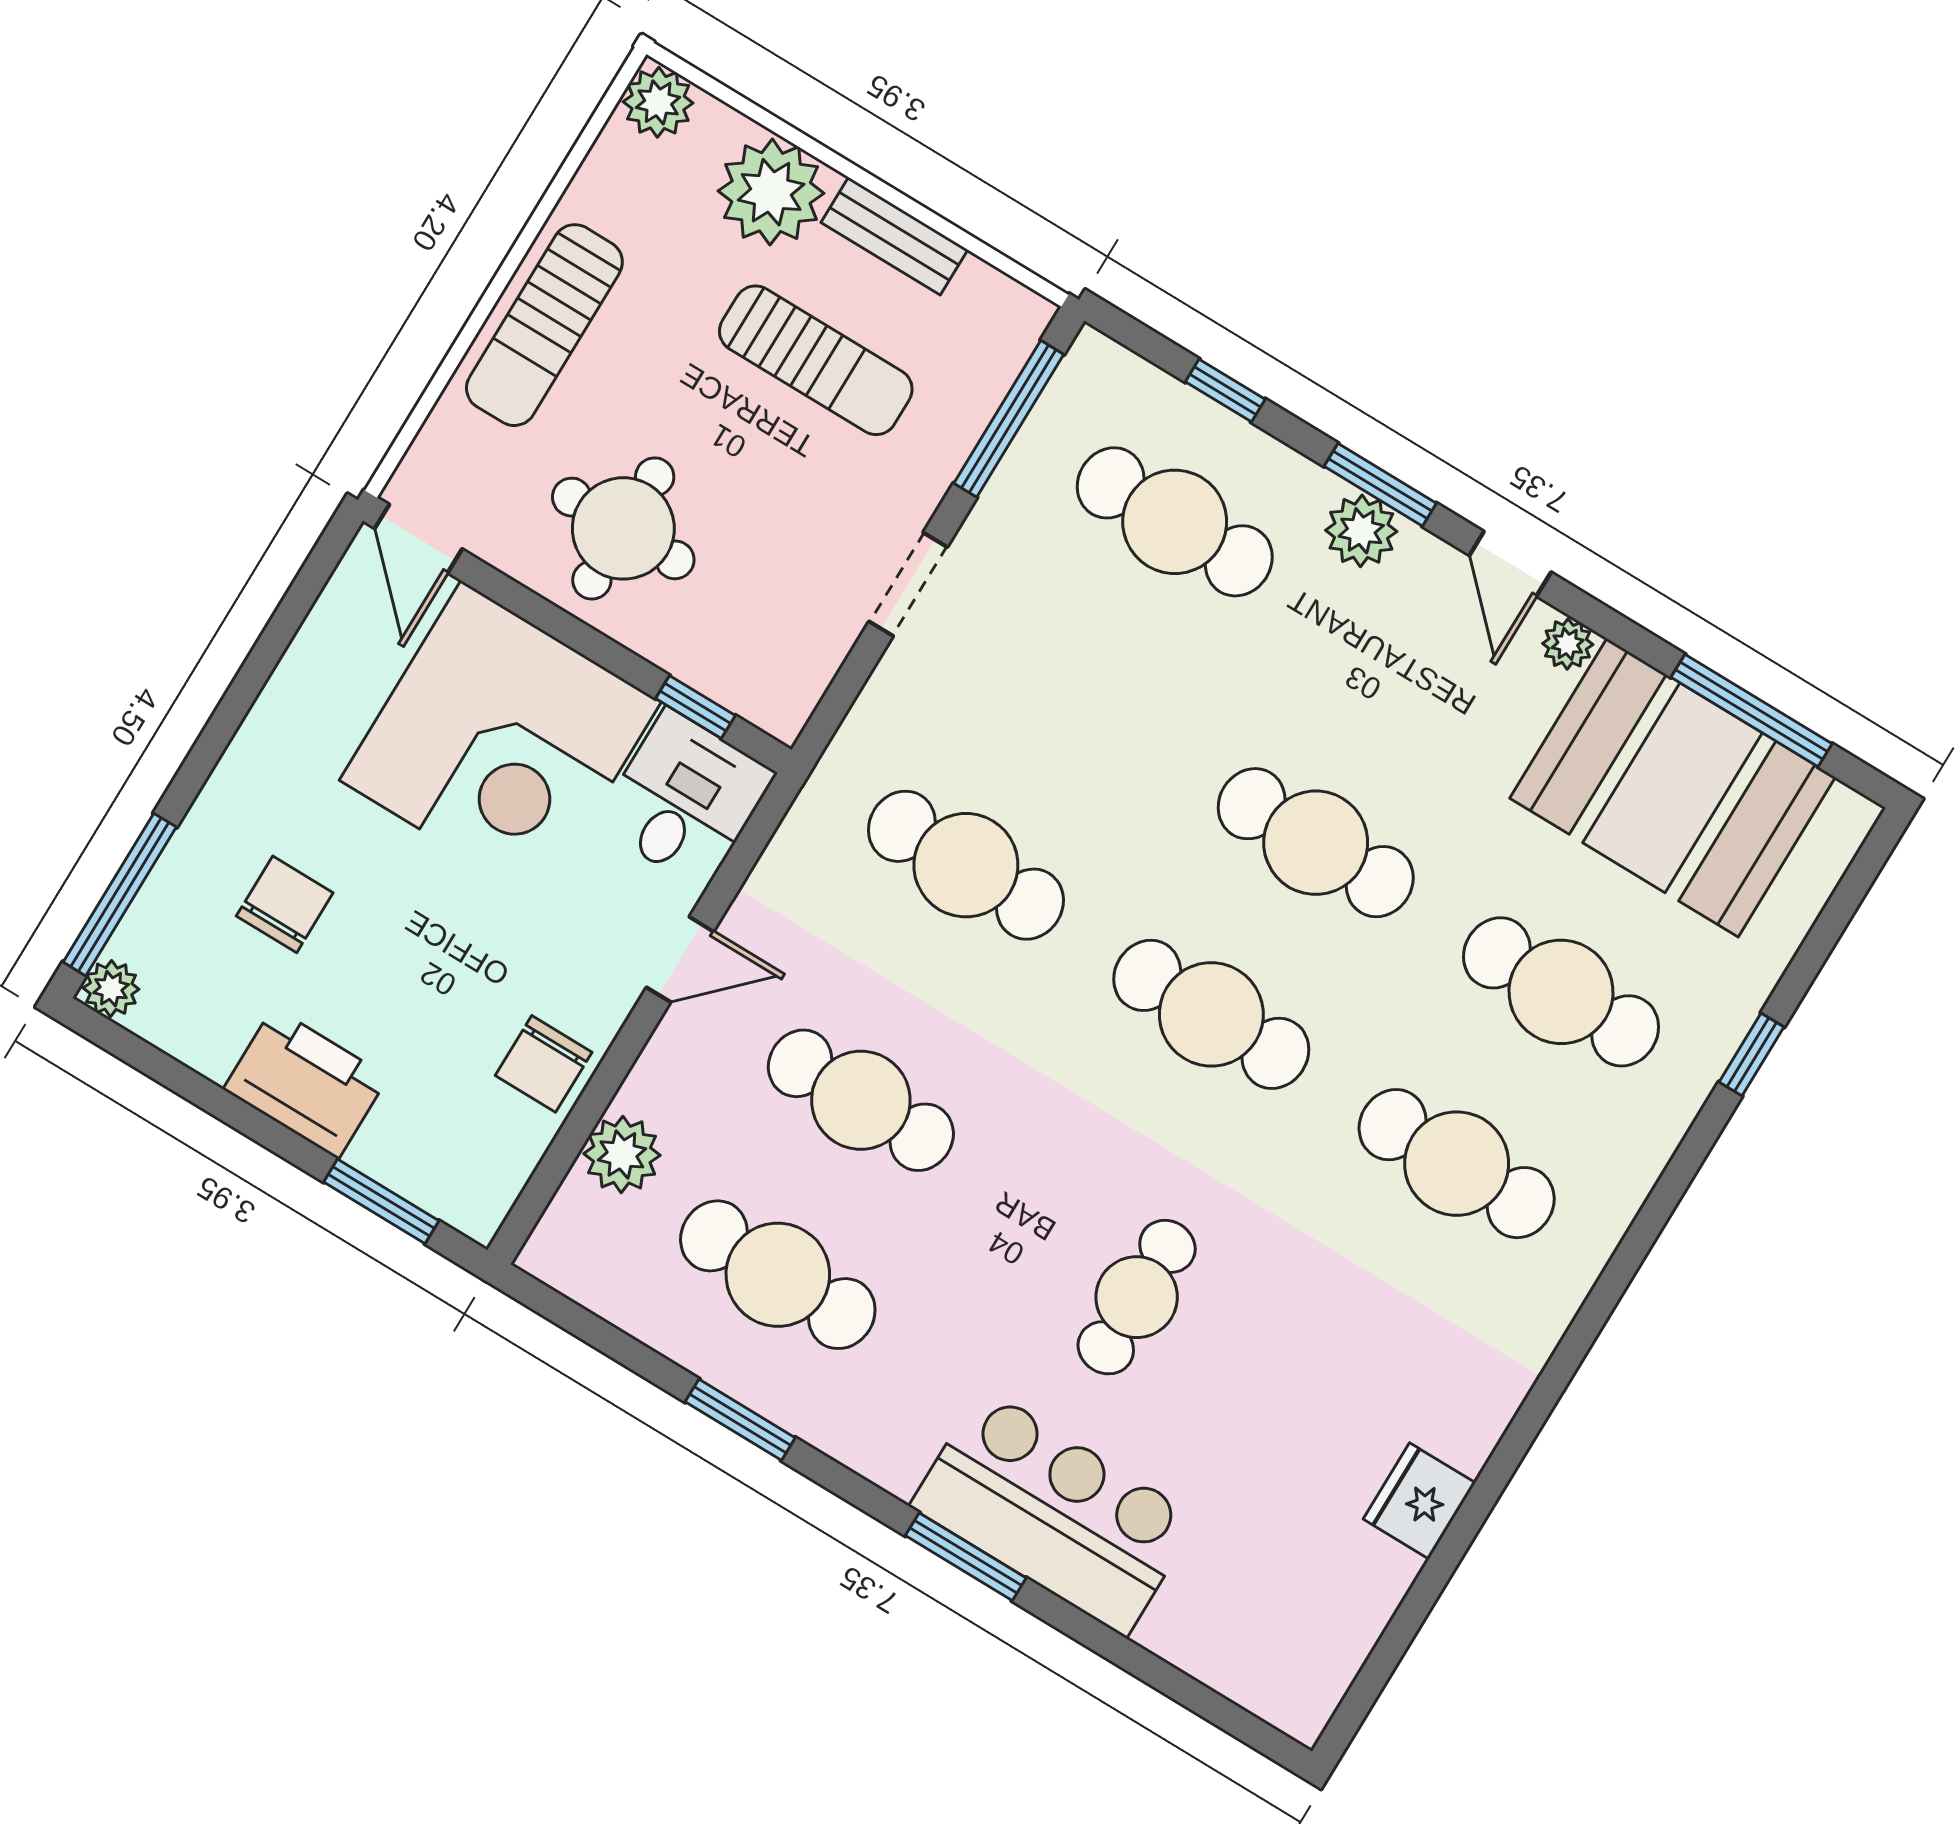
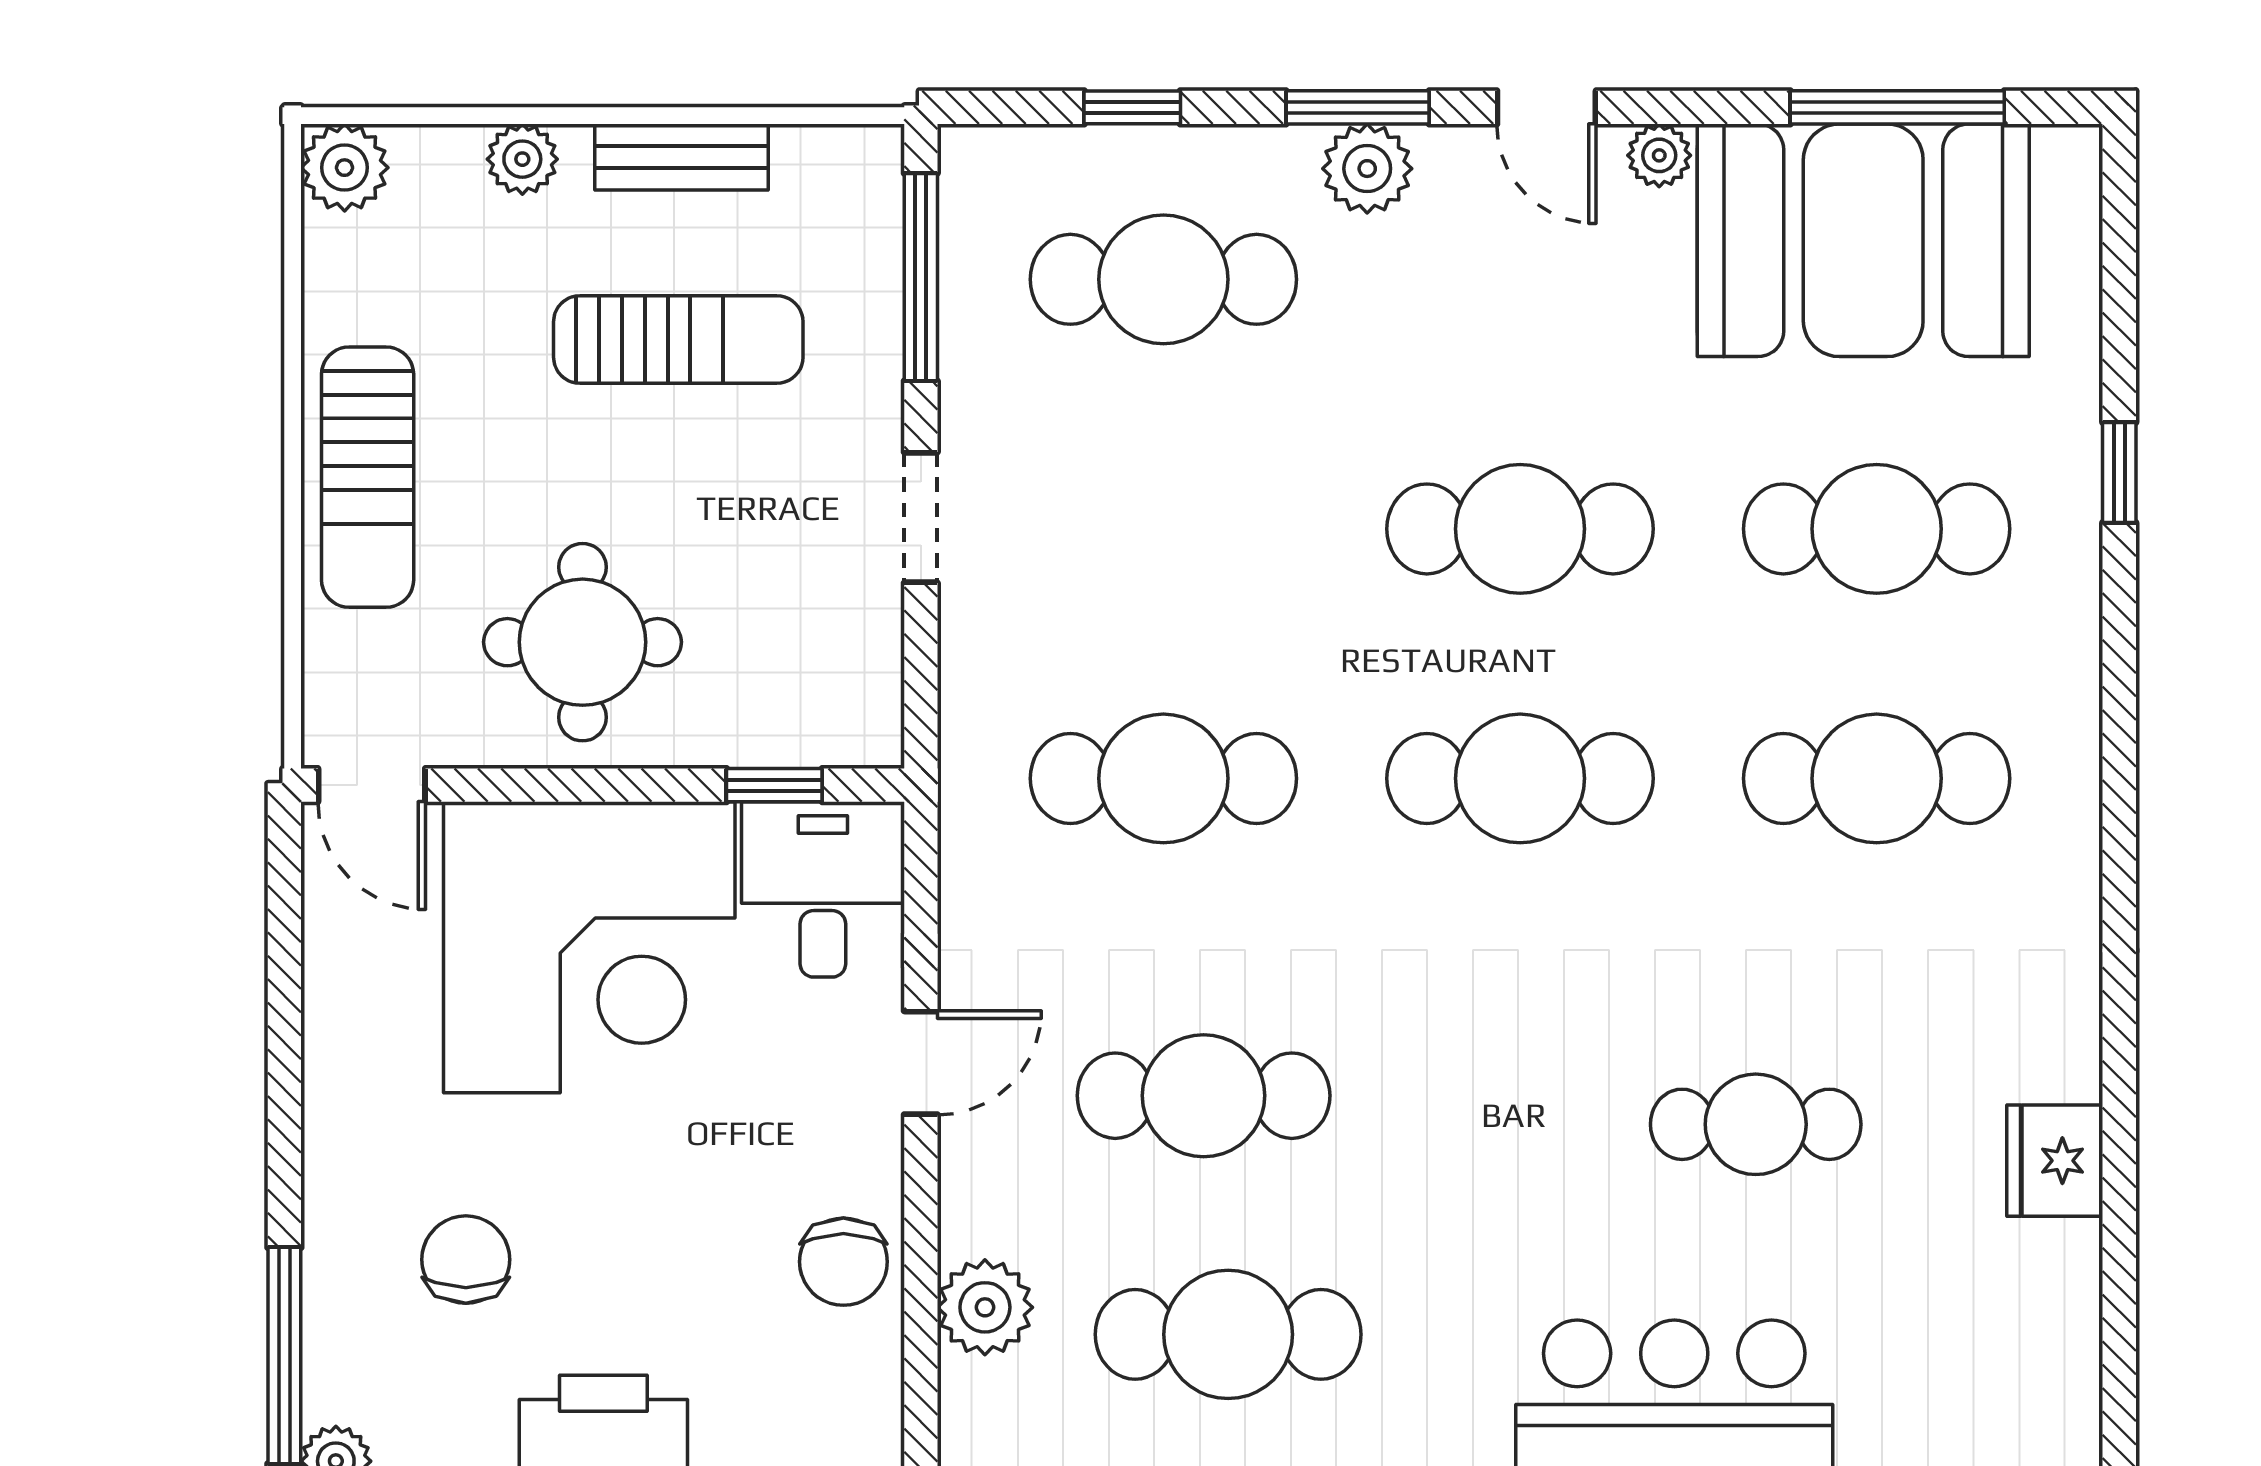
plant: (771, 192) -> (522, 159), width x0.53, depth x0.53
cafe table: (1137, 1297) -> (1756, 1124), moved, turned 90

